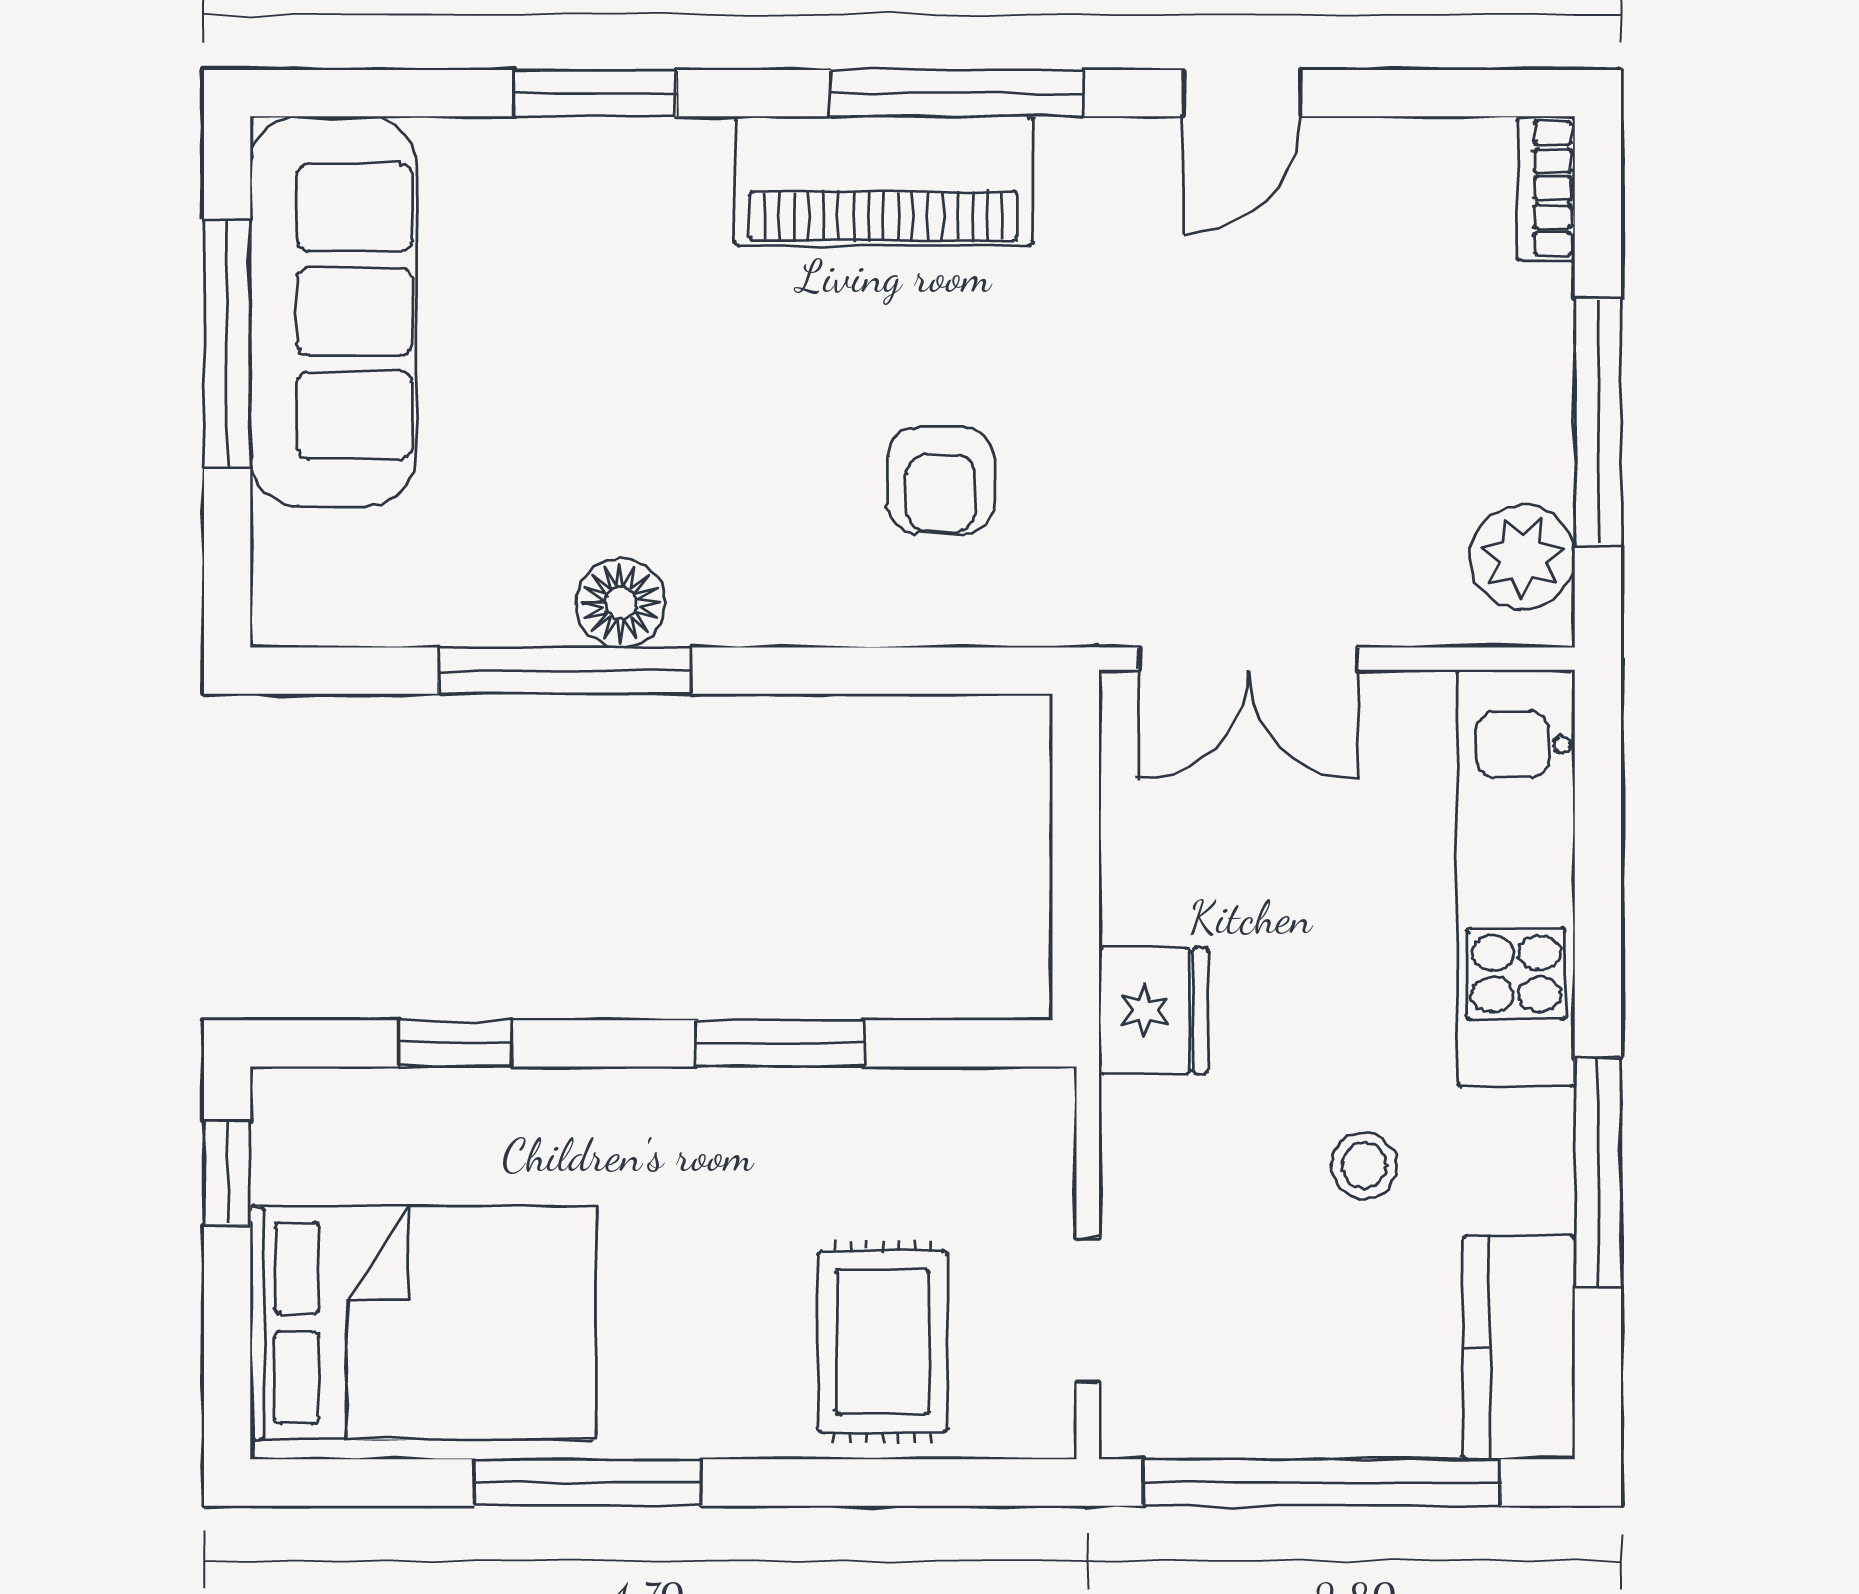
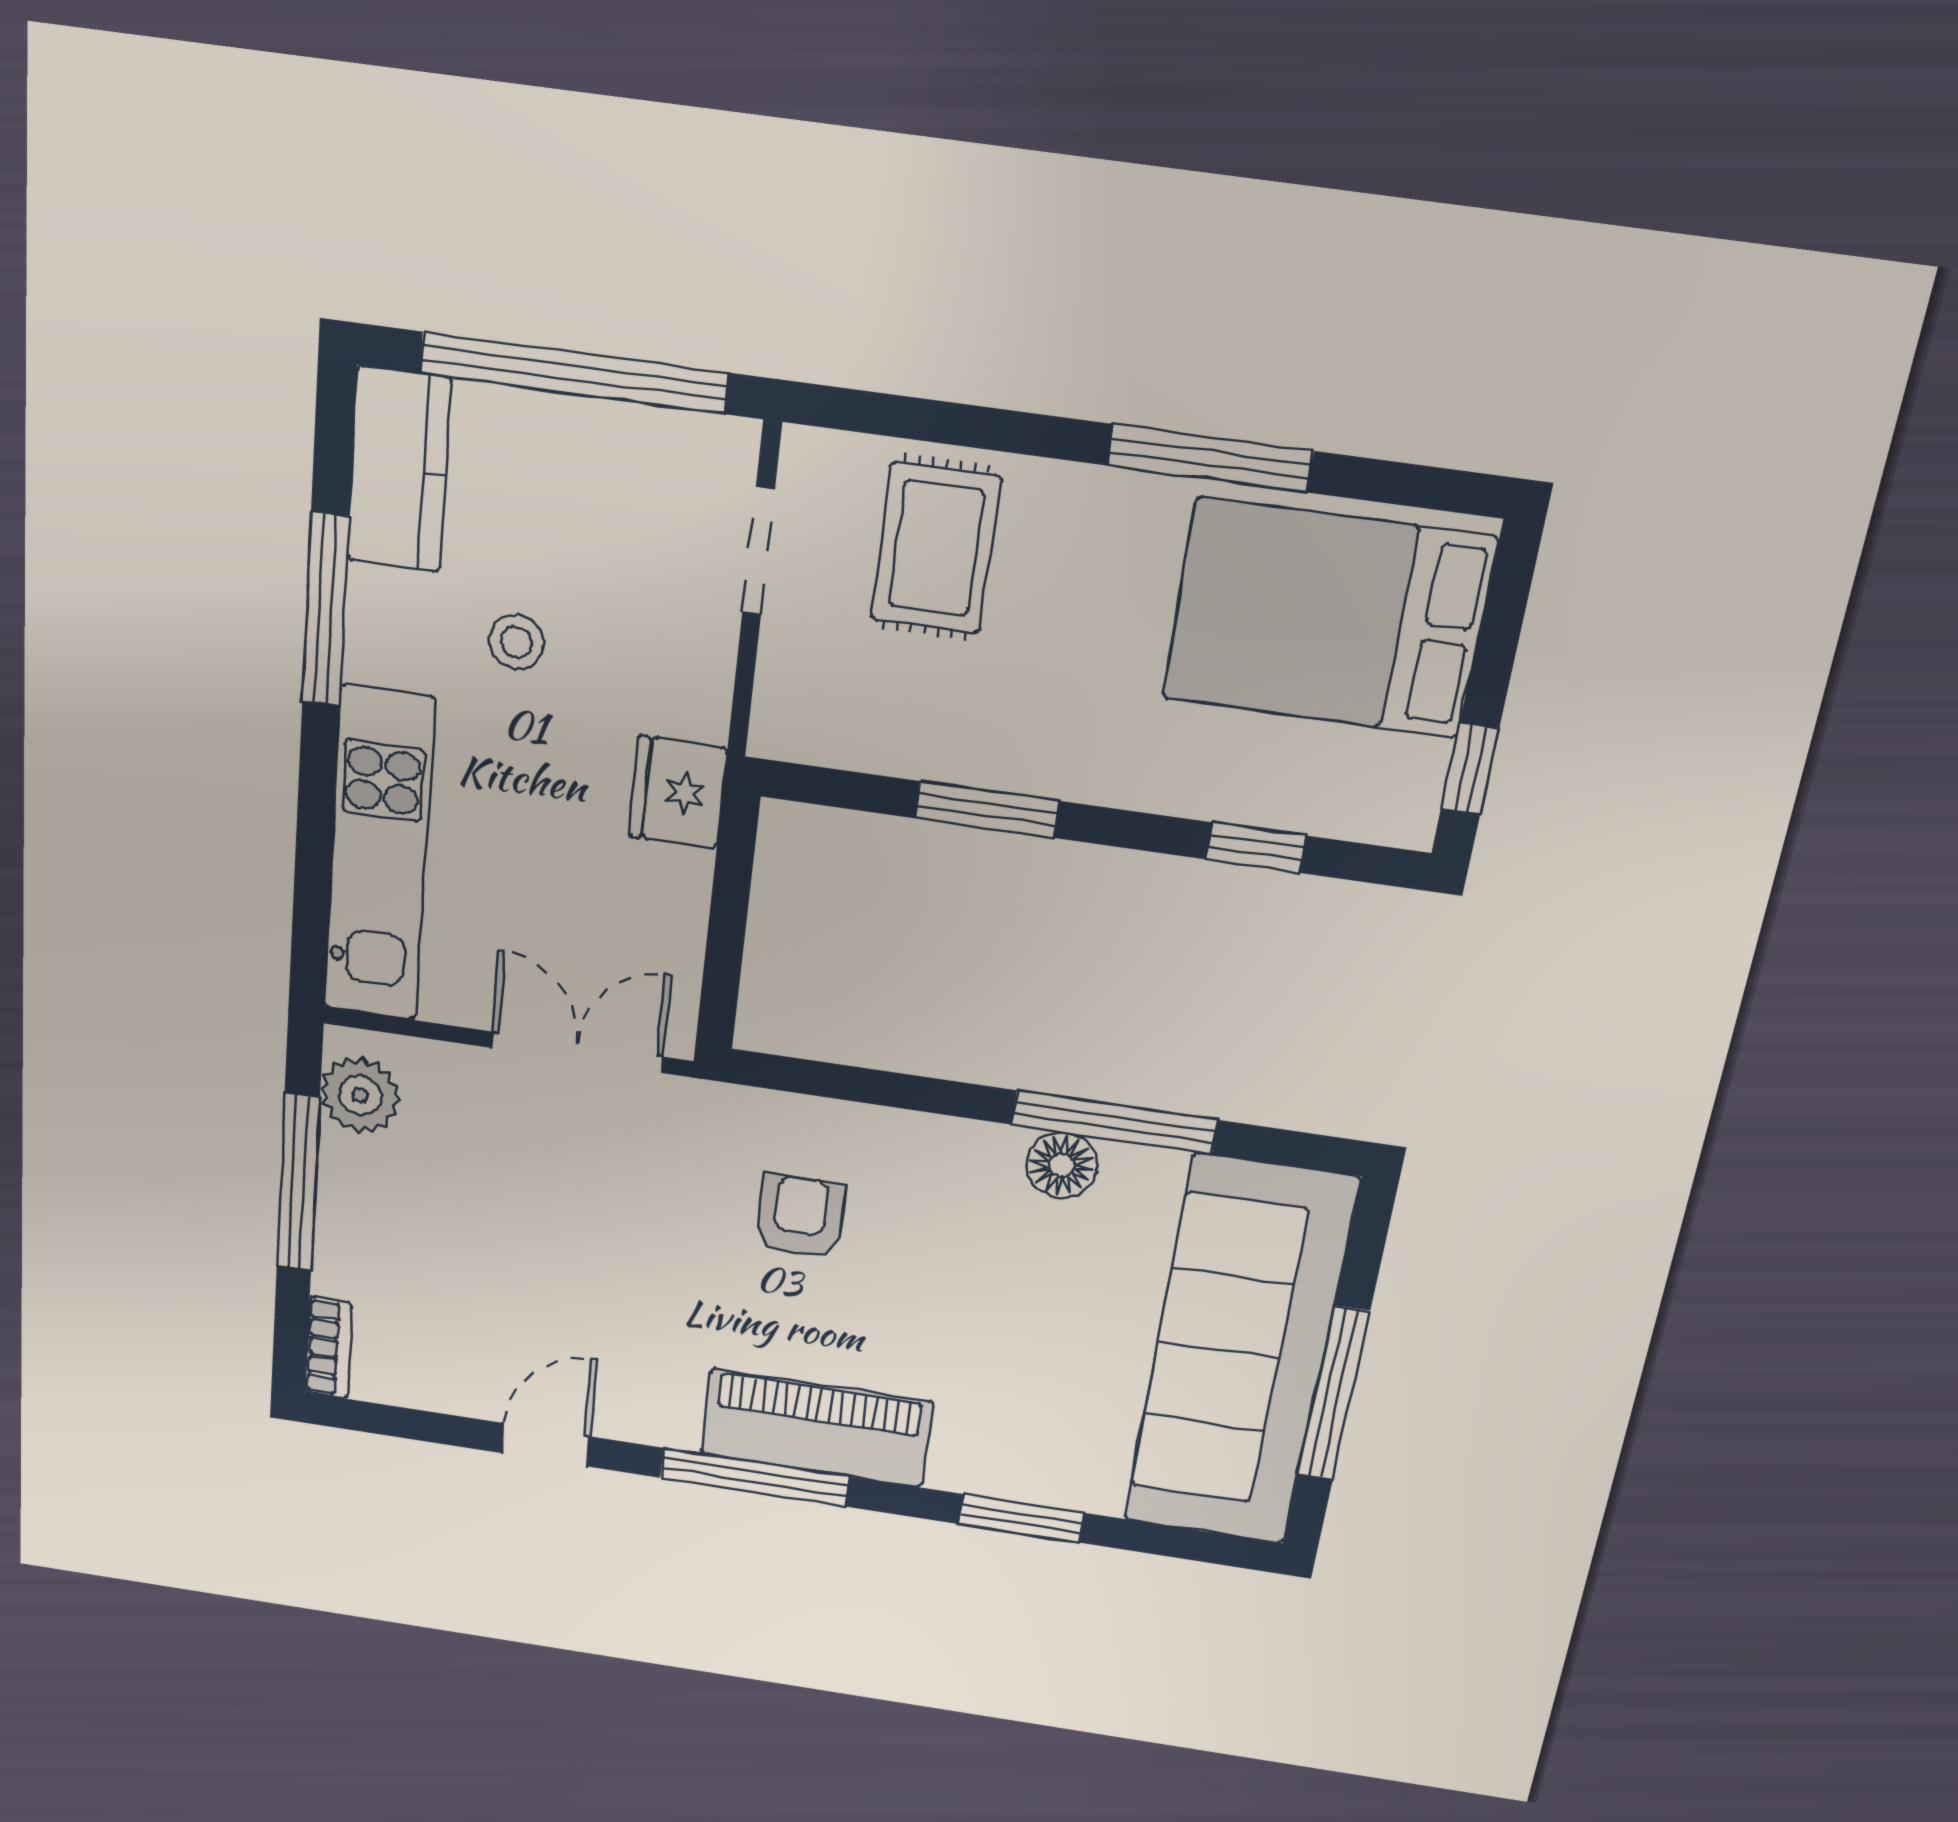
sofa: (333, 311) -> (1240, 1353), width x1.36, depth x1.27

